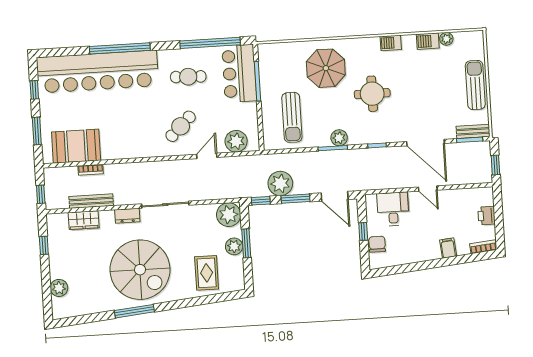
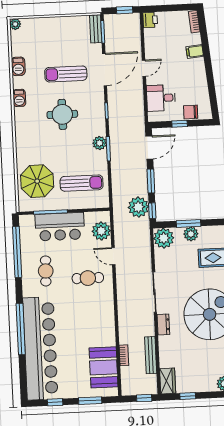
plant: (446, 39) -> (15, 24), moved
parasol: (326, 68) -> (37, 181), moved
bar counter: (239, 73) -> (60, 227), moved
sun lounger: (475, 85) -> (66, 74), moved
cafe table: (181, 126) -> (88, 278), turned -46
plant: (280, 183) -> (138, 207), moved
printer: (487, 216) -> (150, 20), moved, turned -90
wardrobe: (84, 220) -> (168, 381), moved

